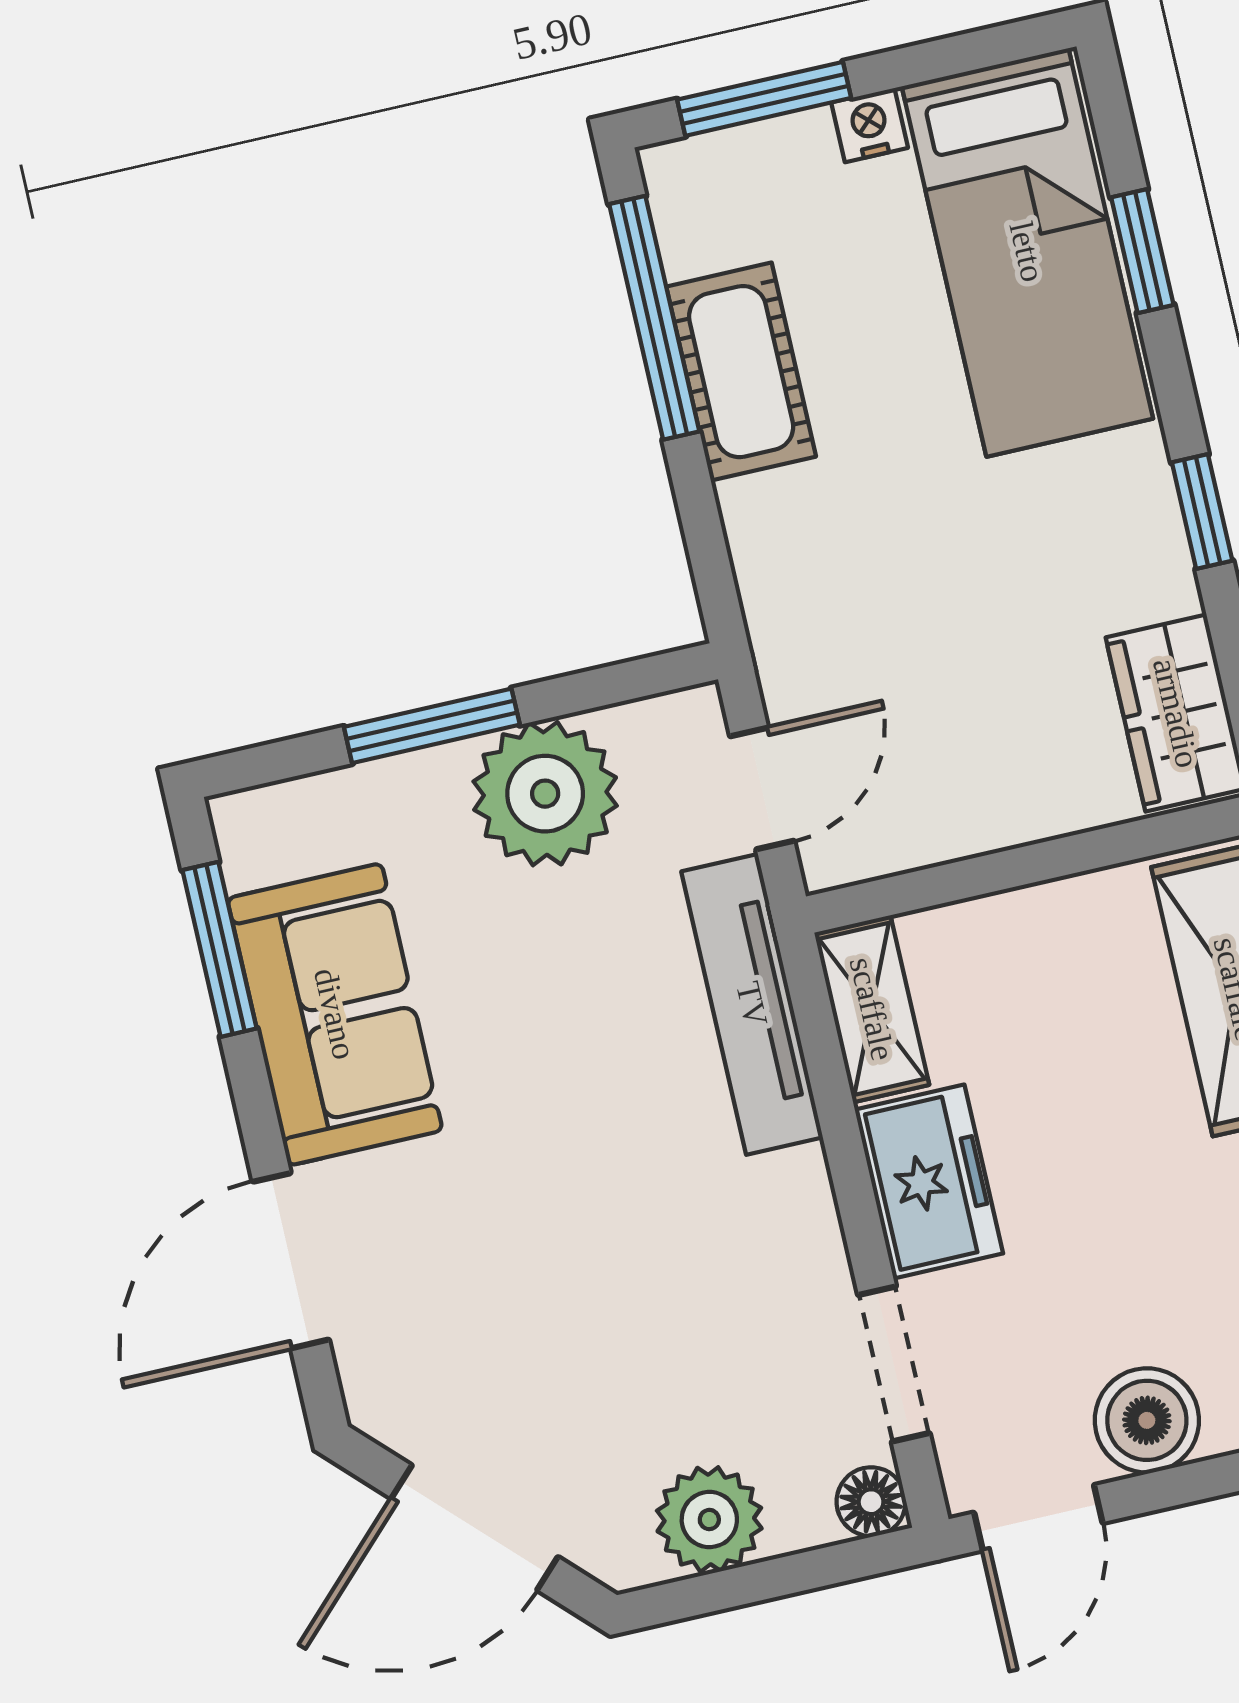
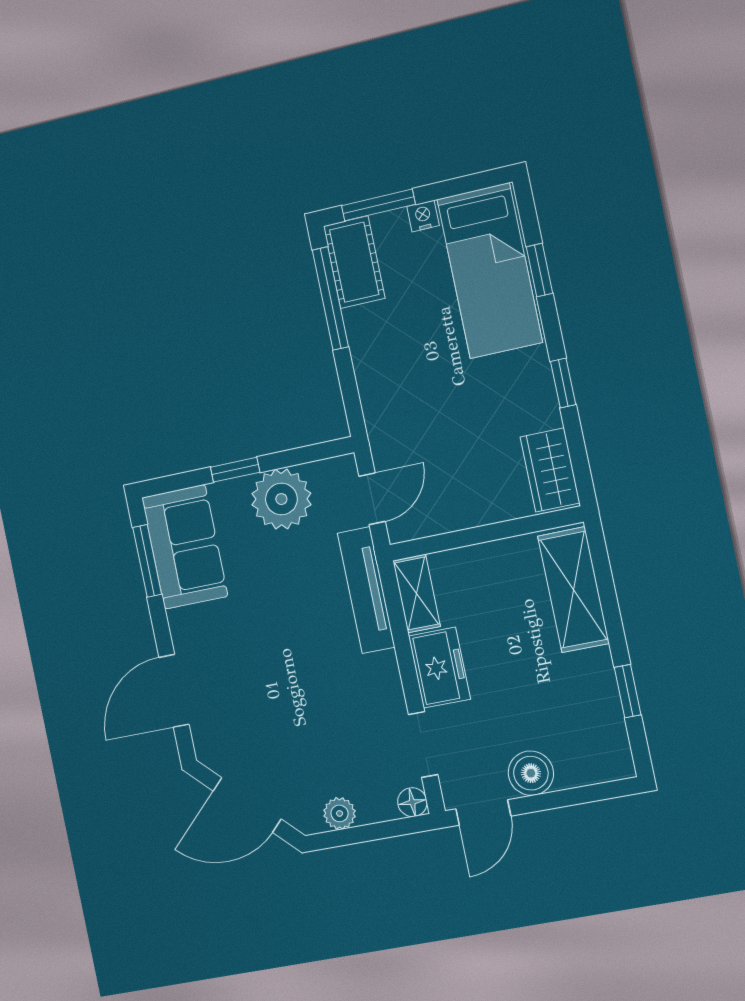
cot: (741, 372) -> (354, 262), moved
window: (432, 726) -> (235, 470), width x0.67
sofa: (335, 1014) -> (185, 547), moved
plant: (709, 1520) -> (340, 813), width x0.73, depth x0.73

